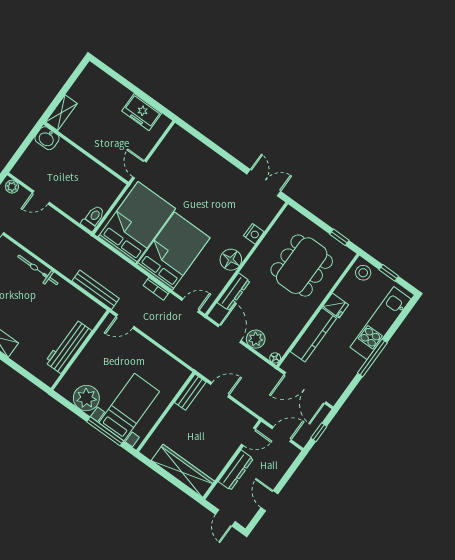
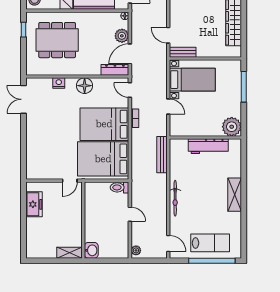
door: (41, 198) -> (130, 214), moved
dresser: (234, 292) -> (115, 70), moved
door: (125, 321) -> (168, 107), moved
plant: (86, 398) -> (232, 127), moved
bed with nightstands: (129, 407) -> (192, 80), moved, turned 180

